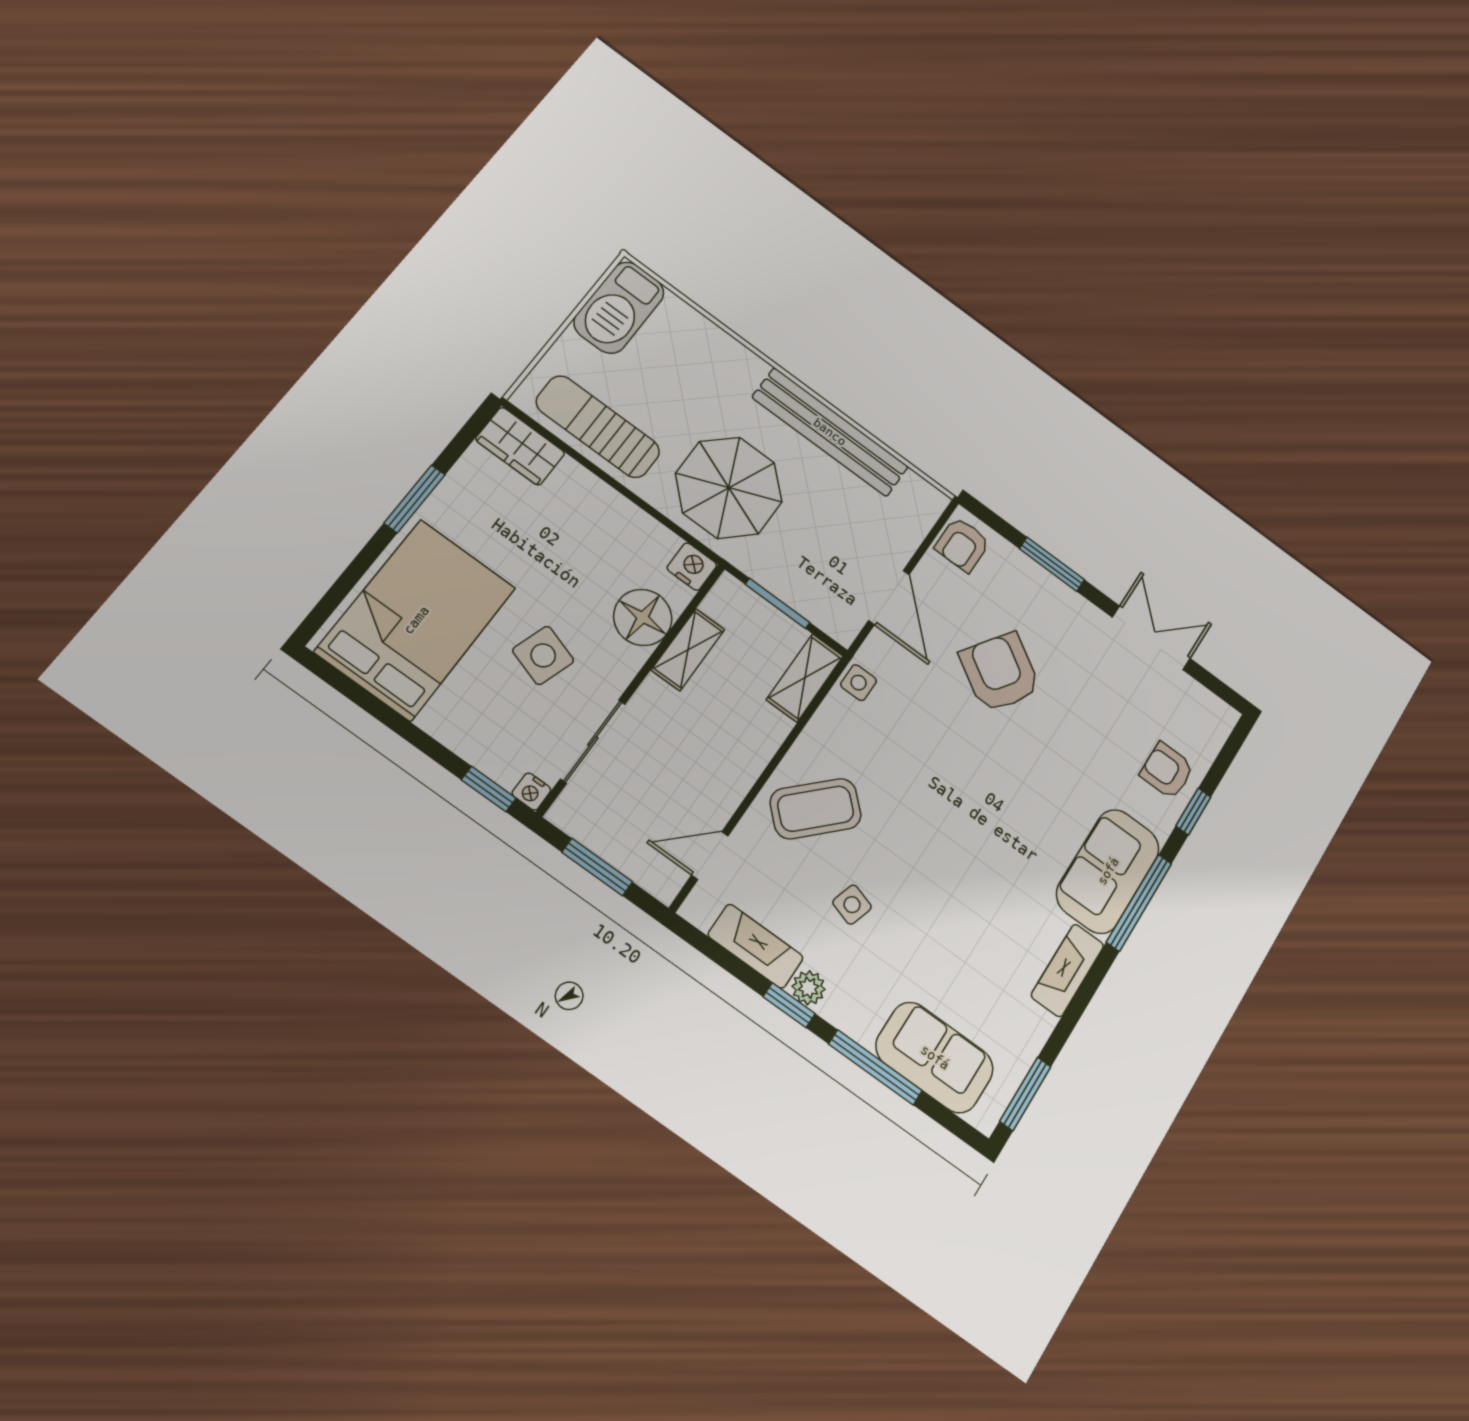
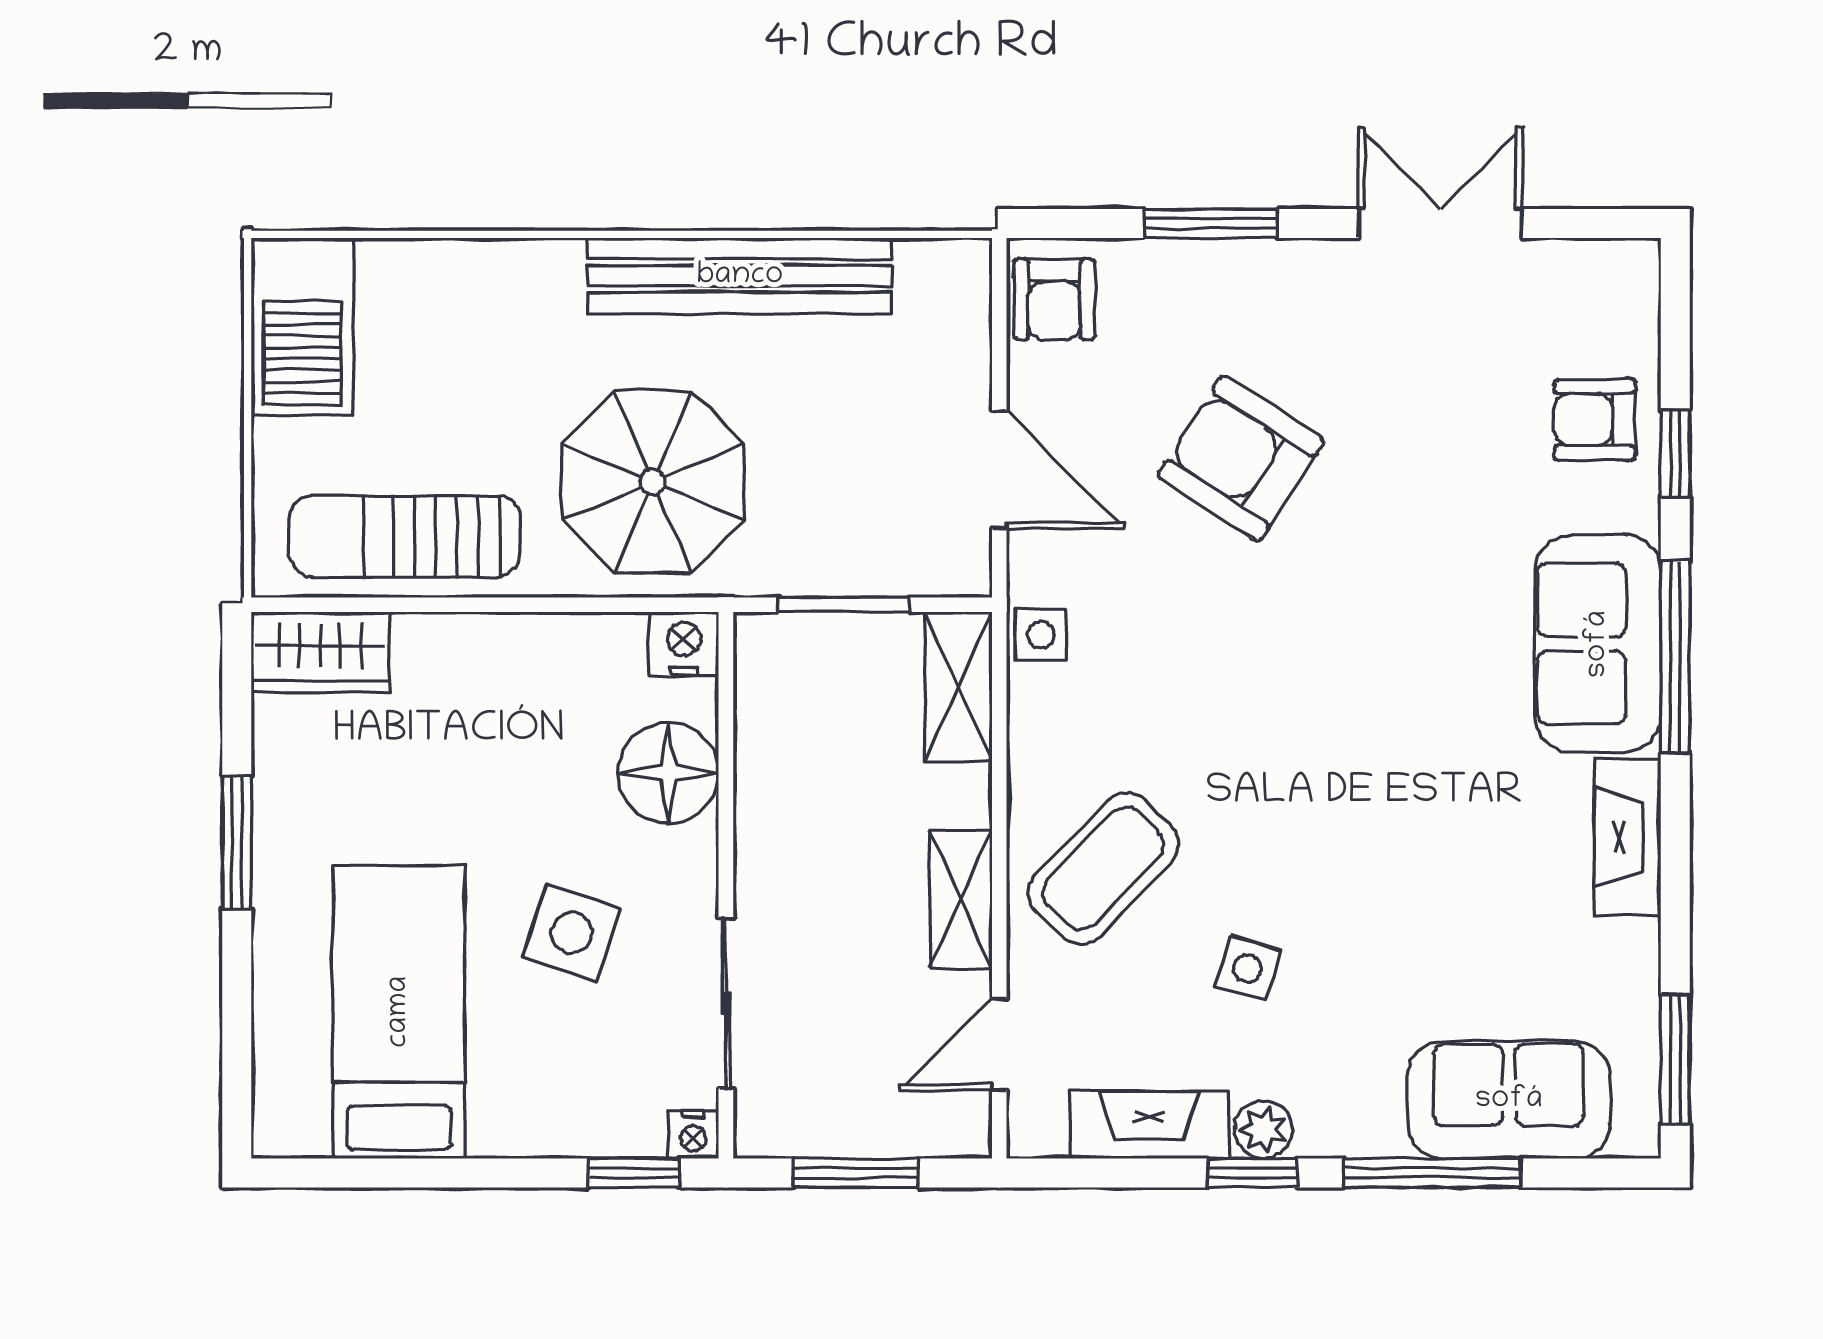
bed: (416, 620) -> (399, 1012), width x0.67
shelving: (688, 650) -> (961, 899), moved

